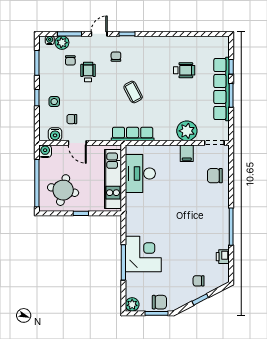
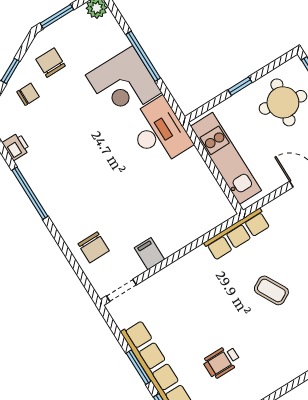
plant: (187, 131) -> (168, 283), removed
desk: (140, 173) -> (159, 132), moved
chair: (215, 176) -> (94, 247), turned 90
chair: (159, 302) -> (51, 63), moved, turned 90

